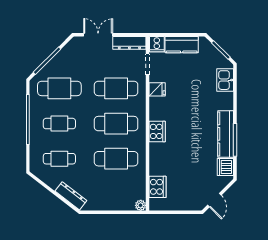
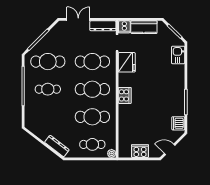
fridge: (157, 89) -> (127, 62), width x1.88, depth x1.34
kitchen counter: (226, 134) -> (178, 97), removed
cafe table: (59, 159) -> (92, 144), moved
cooker: (157, 187) -> (140, 151), moved, turned -90
door: (214, 200) -> (170, 149), swing flipped

